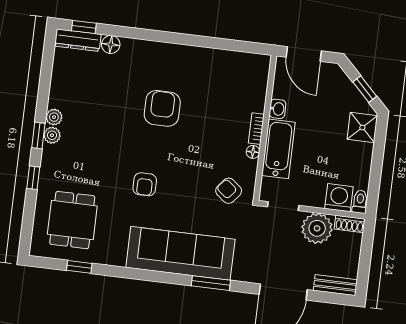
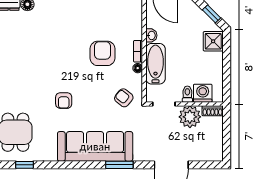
armchair: (162, 108) -> (102, 53), moved
toilet: (360, 202) -> (187, 94), moved
bench: (335, 285) -> (208, 155), removed

